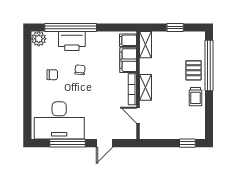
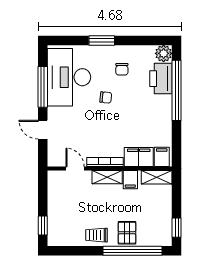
window: (175, 27) -> (177, 228), moved
printer: (72, 41) -> (161, 79), moved
filing cabinet: (148, 67) -> (130, 180), added
chair: (80, 70) -> (106, 97), moved
pallet: (194, 70) -> (127, 233), turned 90
window: (27, 92) -> (102, 40), added
door: (138, 115) -> (75, 168), hinge flipped

